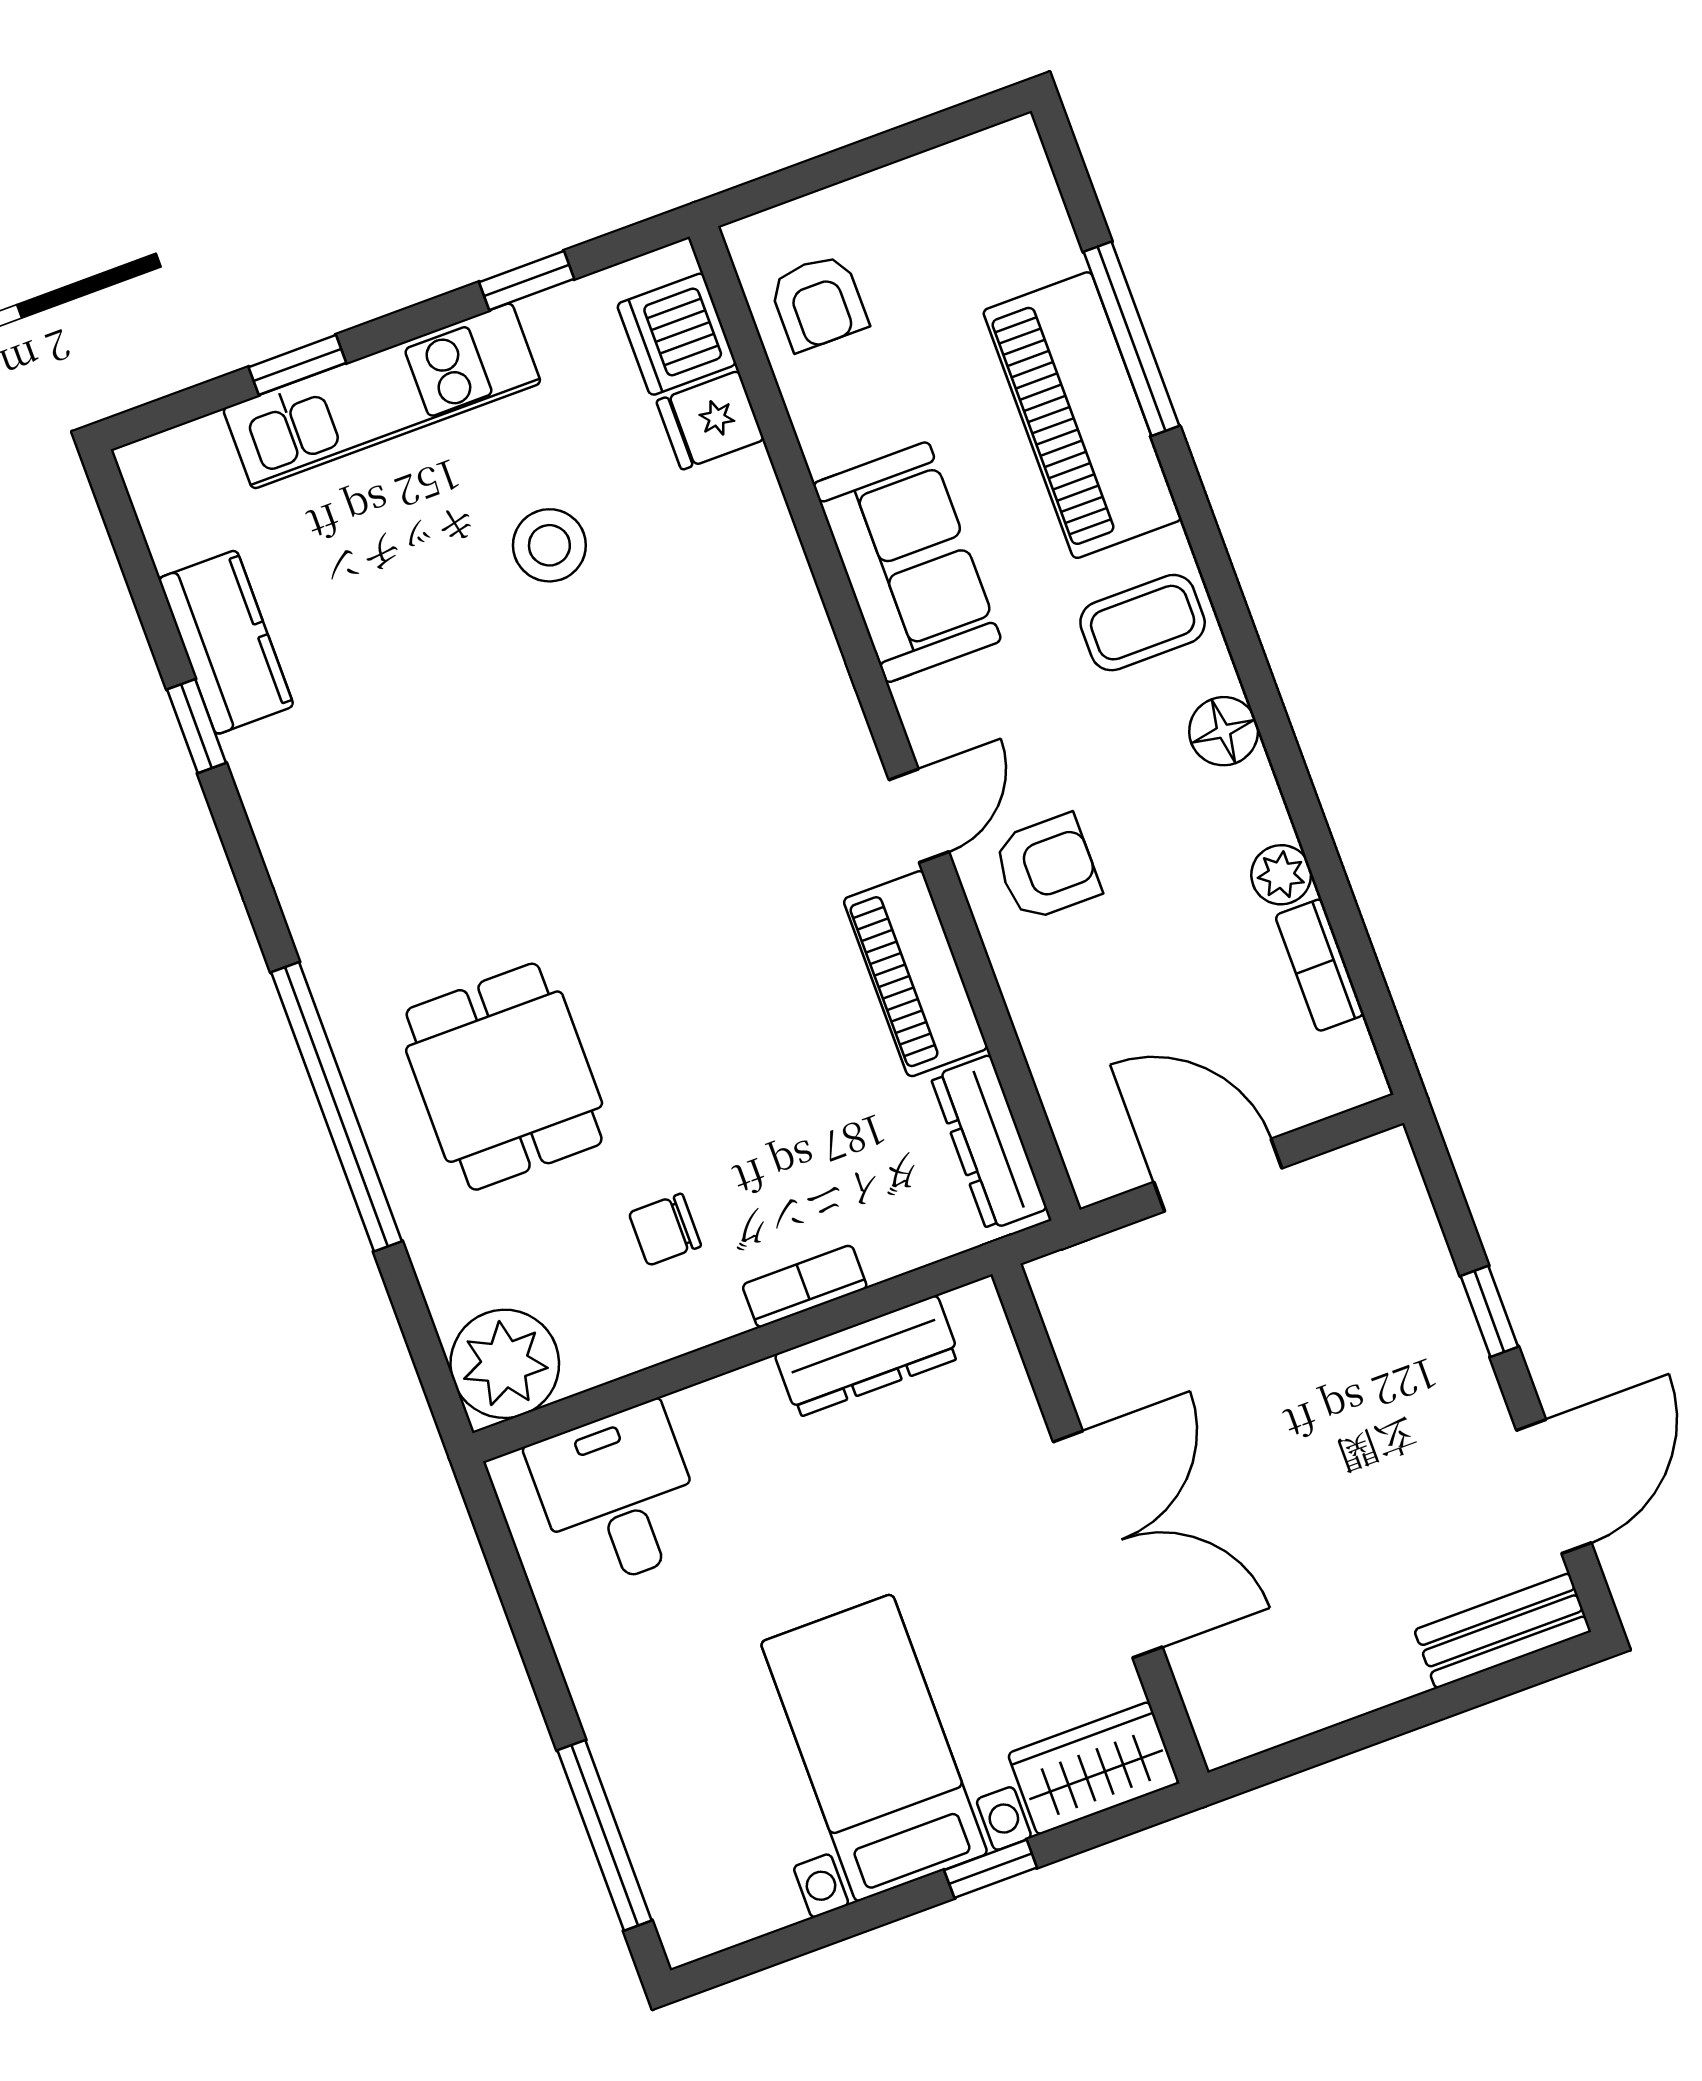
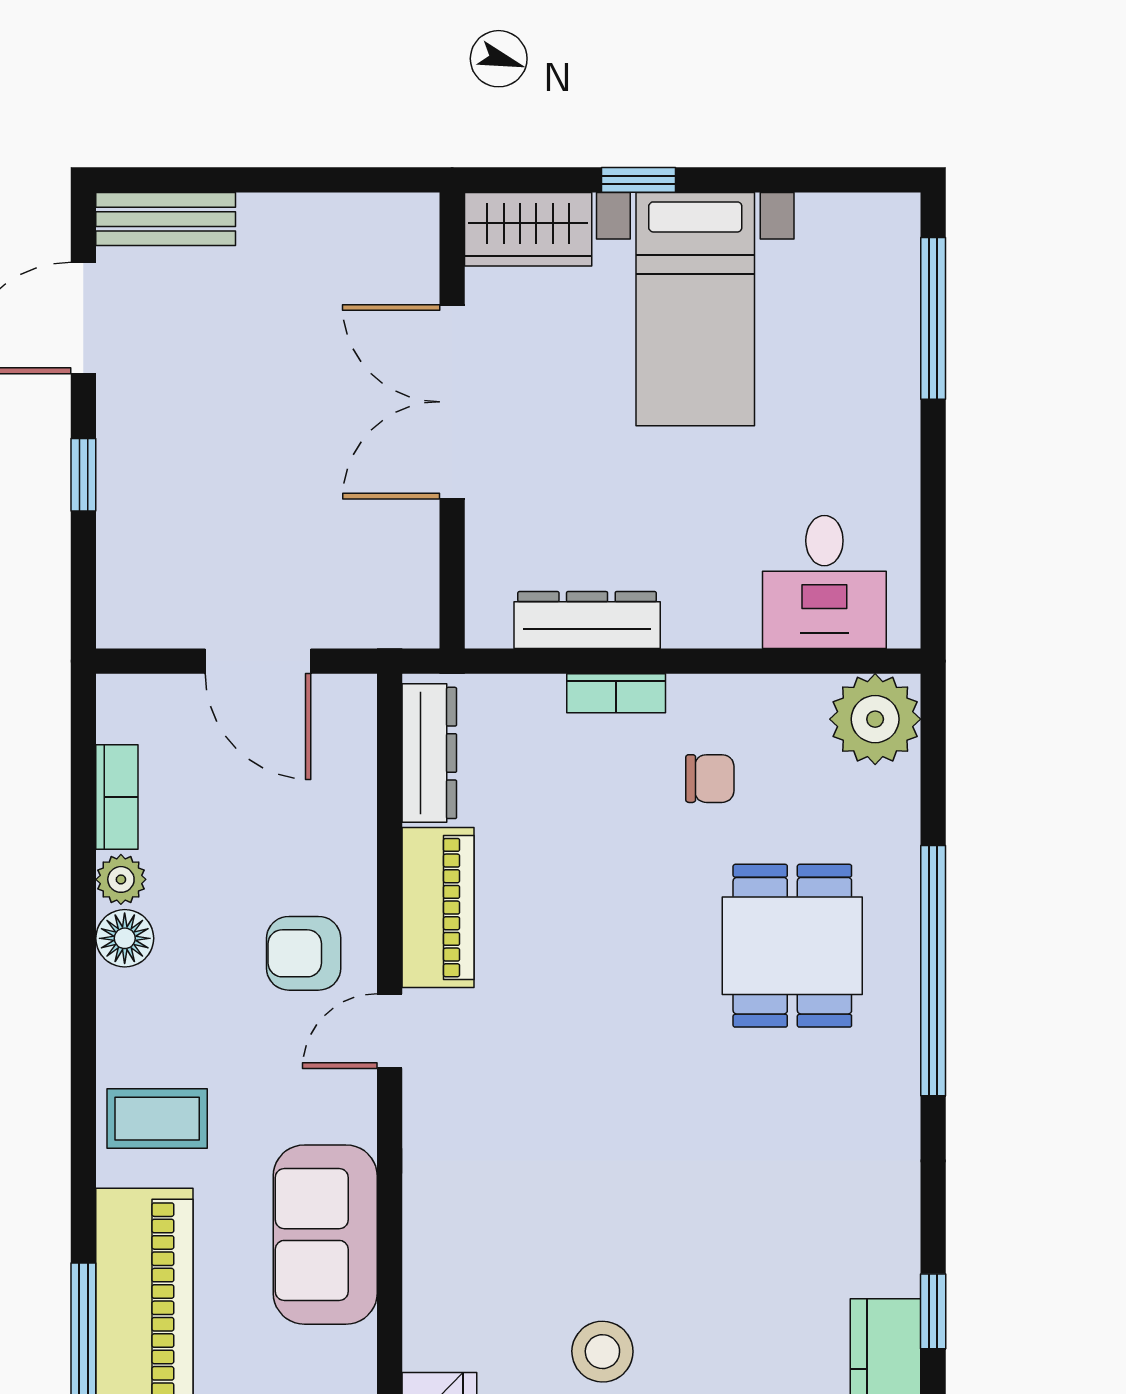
floor lamp: (1224, 731) -> (125, 938), moved

